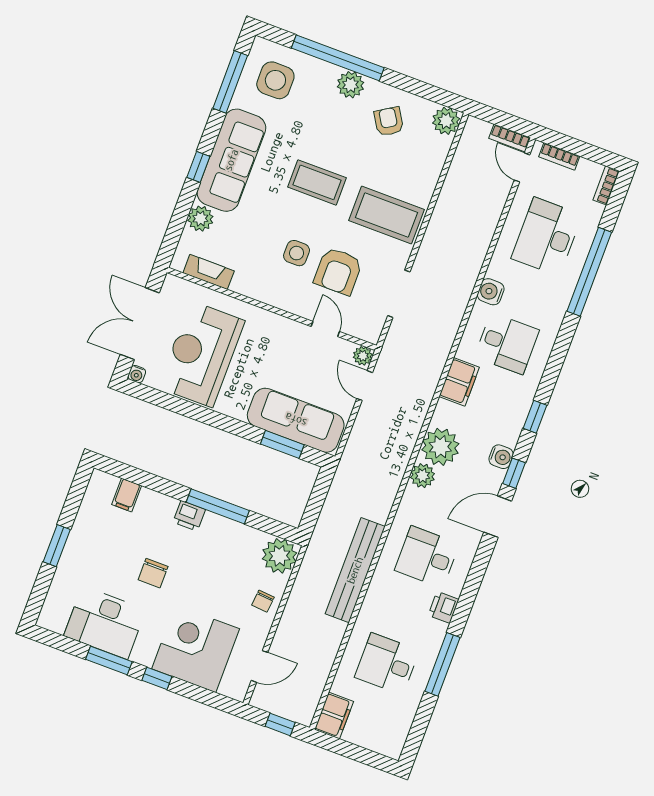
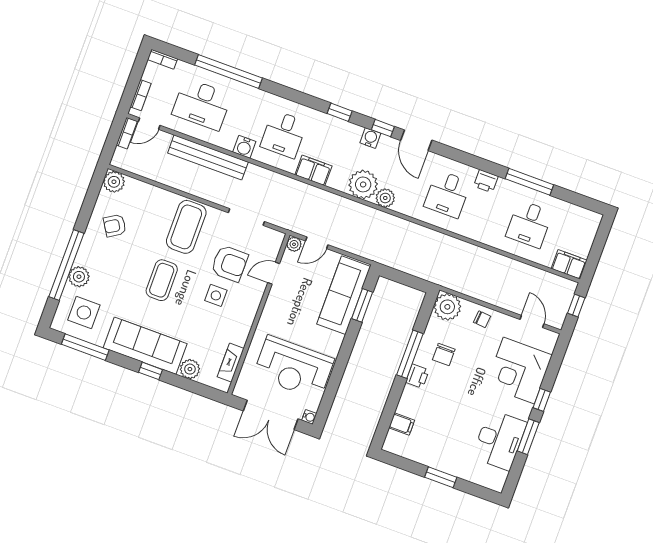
plant: (351, 85) -> (79, 277), moved
desk: (507, 343) -> (284, 134), turned 180
bench: (355, 570) -> (208, 157), moved
chair: (153, 573) -> (444, 354), moved, turned 90

